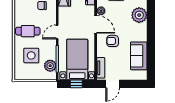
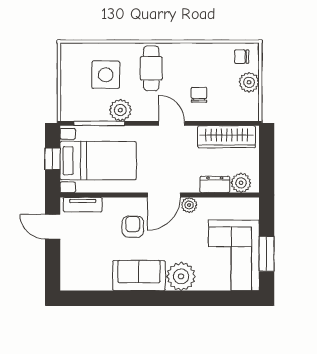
door: (57, 32) -> (172, 123), moved
sofa: (139, 56) -> (139, 276), moved
plant: (50, 66) -> (120, 110), moved

